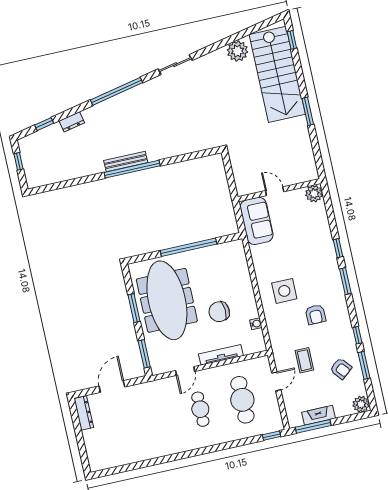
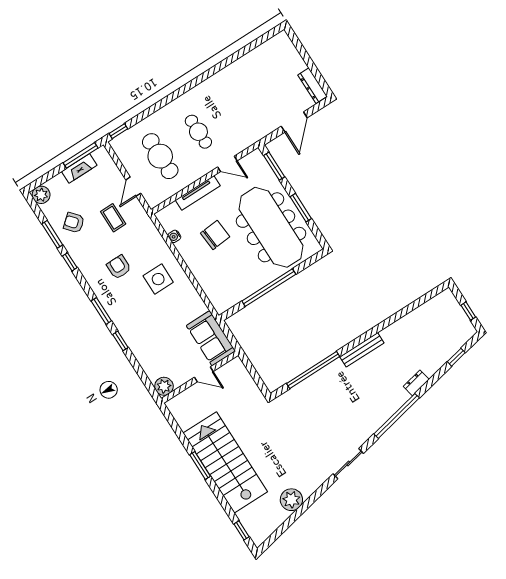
stairs: (277, 74) -> (225, 462), moved
dresser: (72, 122) -> (416, 383), moved
window: (132, 169) -> (313, 370), moved
door: (185, 371) -> (227, 164), swing flipped

